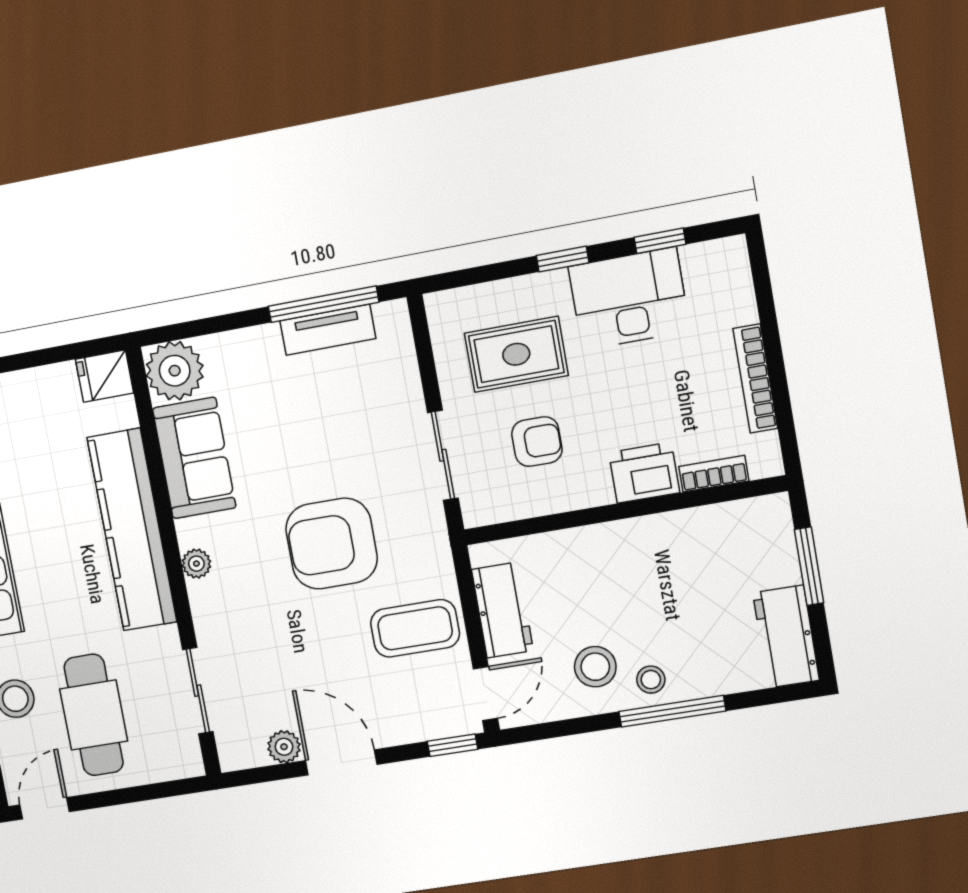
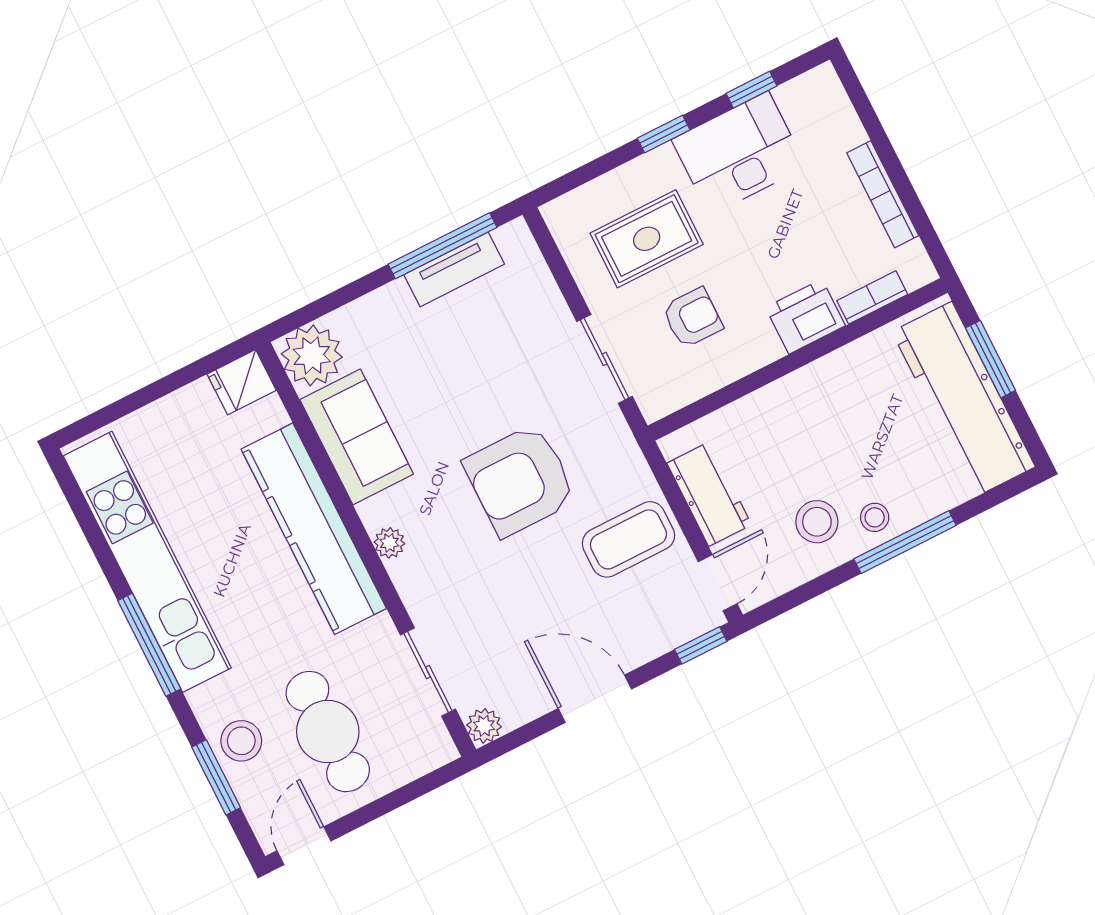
workbench: (786, 637) -> (964, 399), width x1.88, depth x1.32
plant: (284, 747) -> (484, 726), moved

